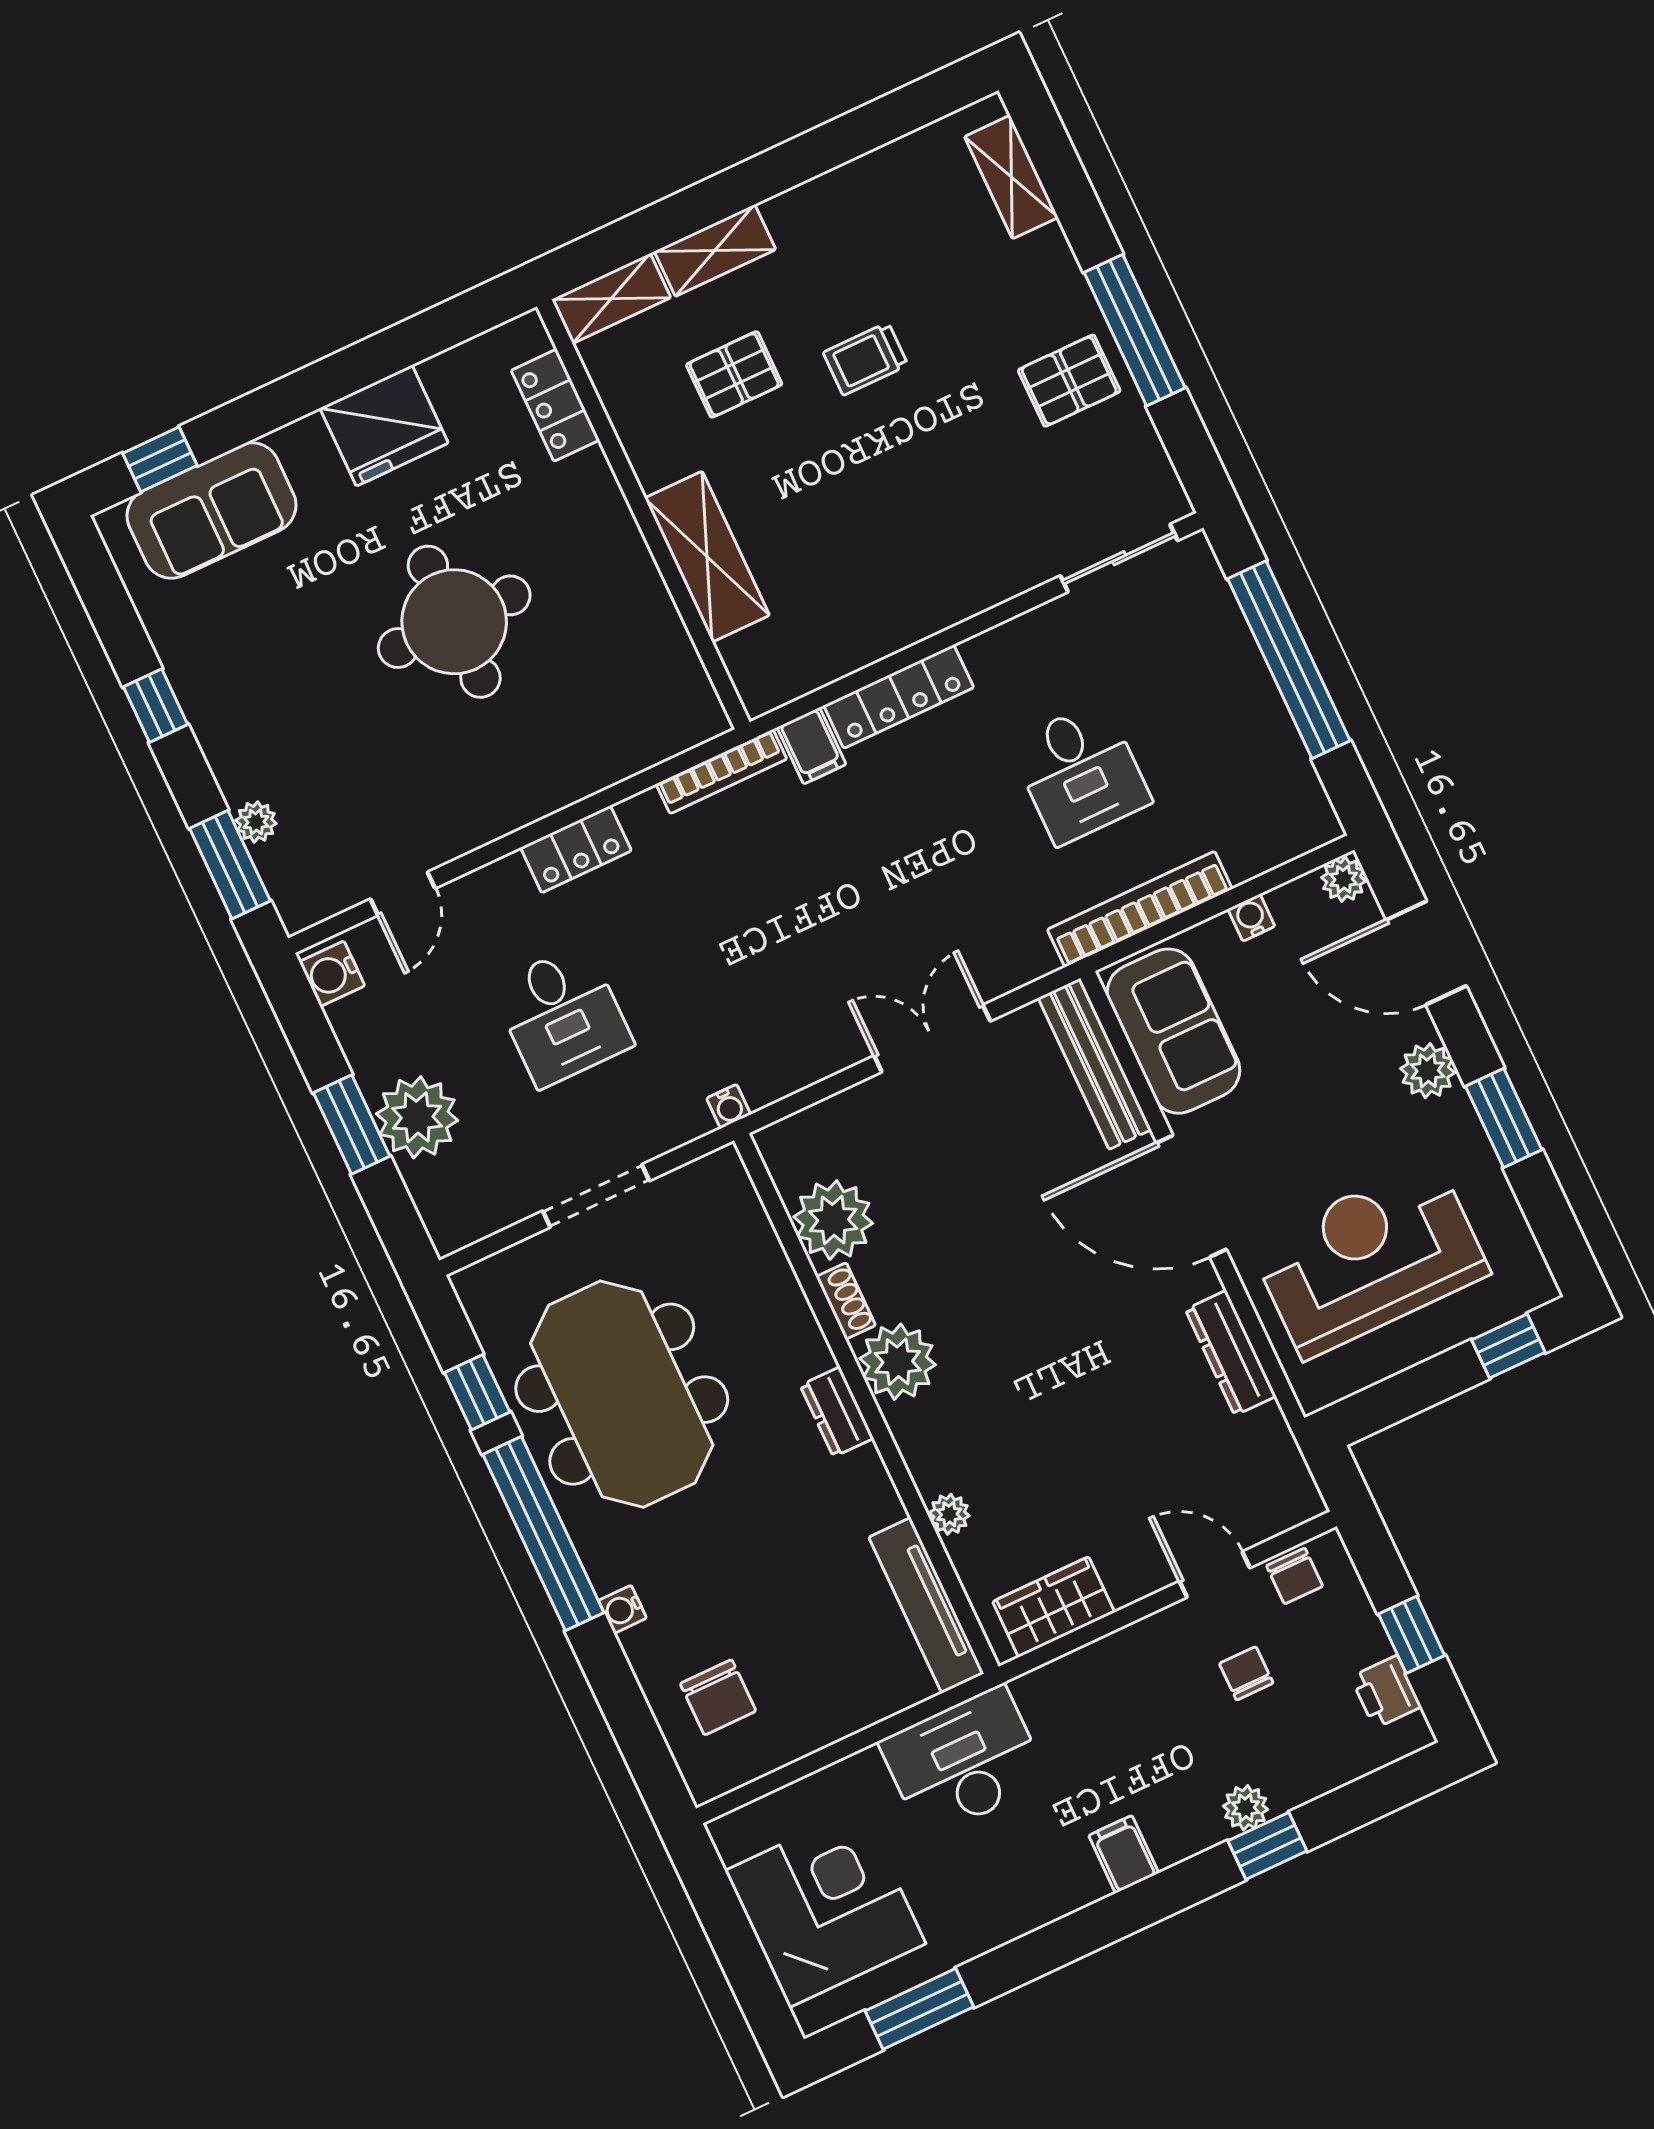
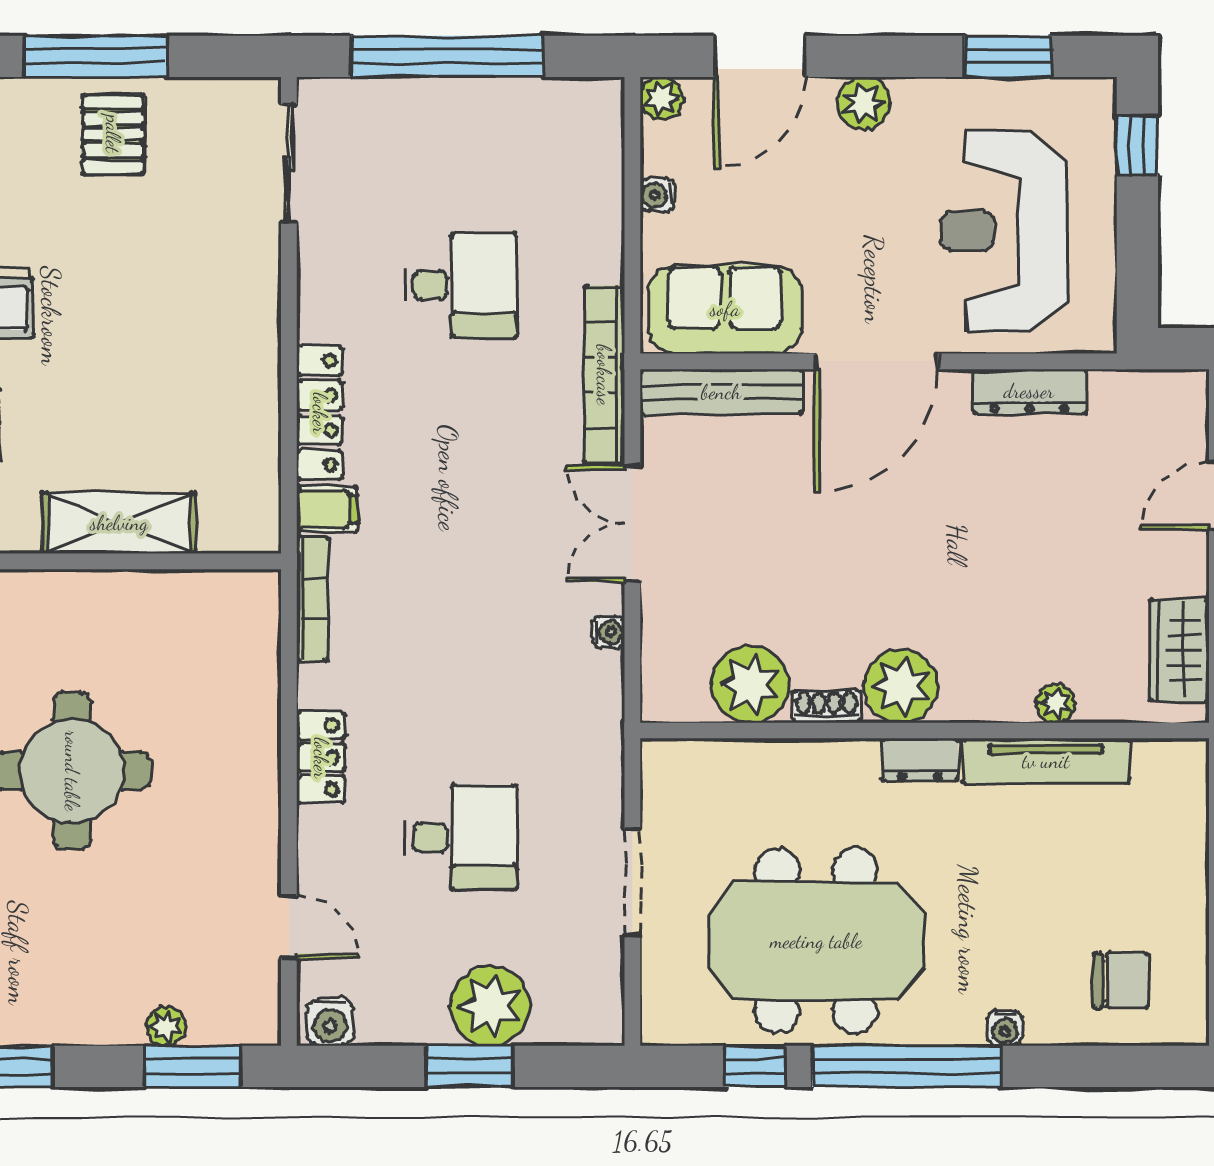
bookcase: (1140, 909) -> (604, 375), moved
water cooler: (729, 1106) -> (608, 632), moved
window: (1504, 1118) -> (1008, 56), moved
tv unit: (926, 1605) -> (1046, 761), moved

